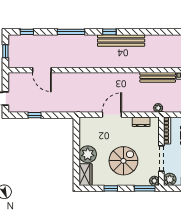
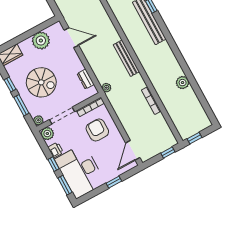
bench: (158, 77) -> (126, 58), moved
door: (112, 115) -> (71, 38), moved
plant: (88, 154) -> (41, 41), moved
window: (145, 188) -> (21, 105), moved

